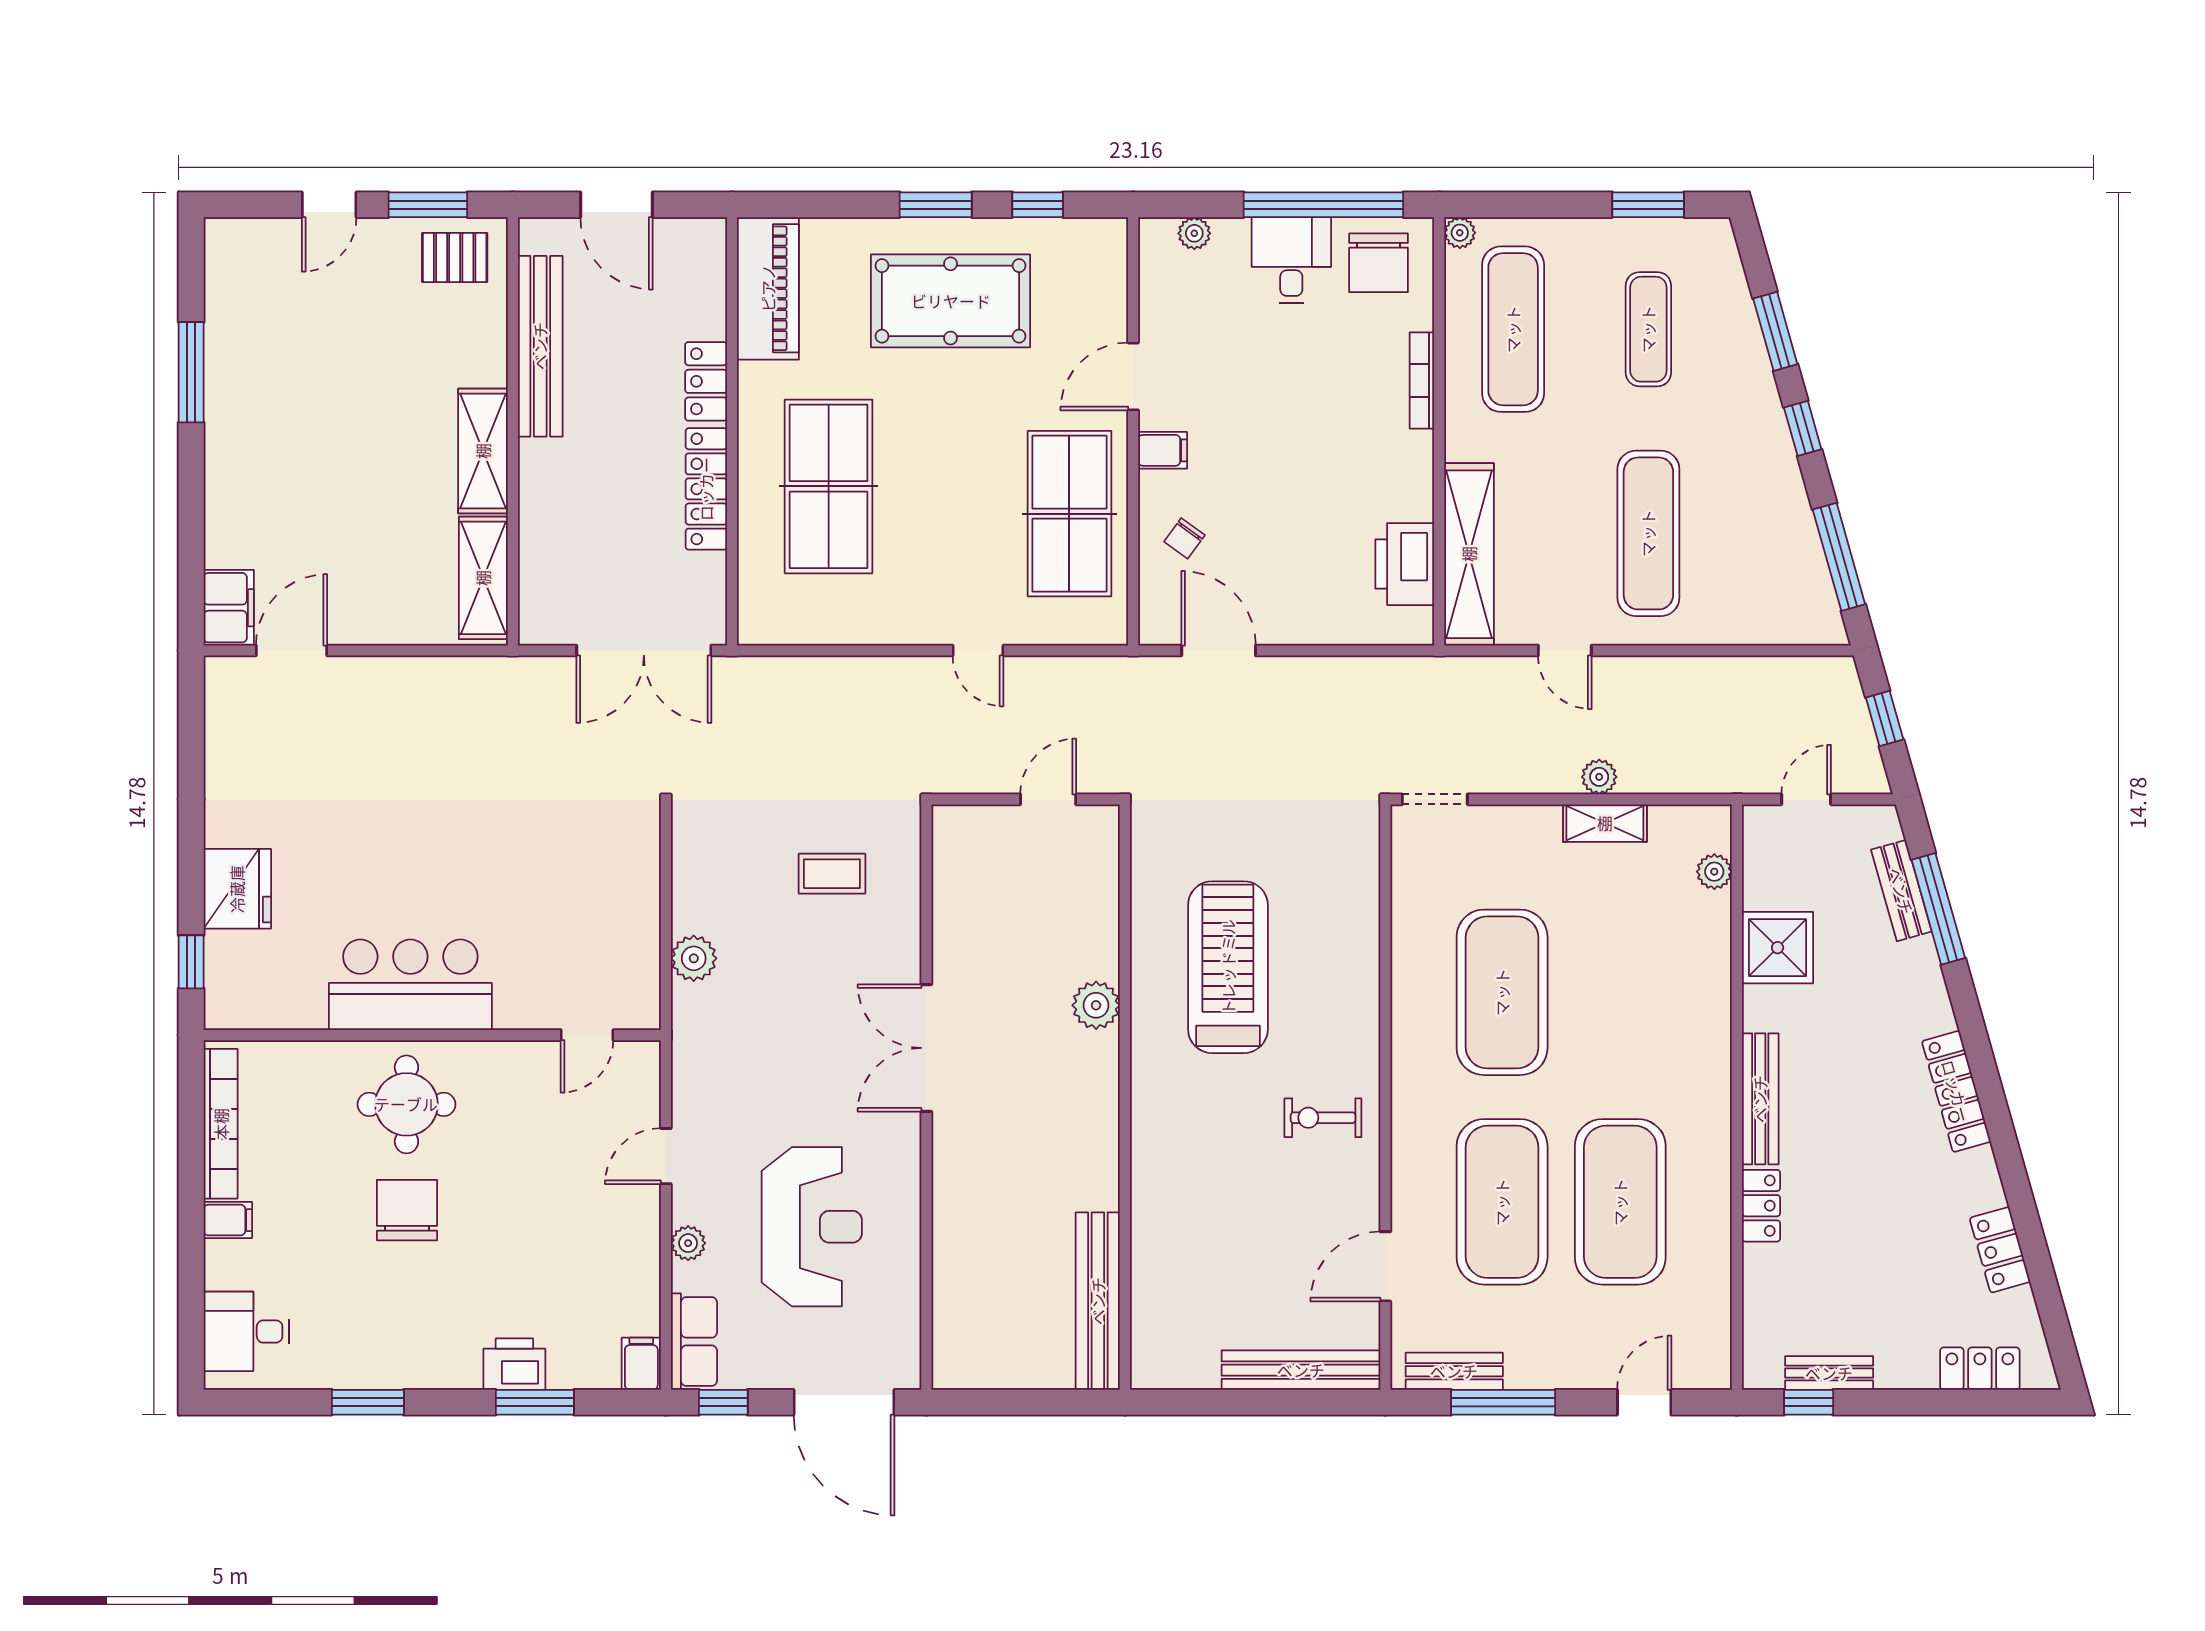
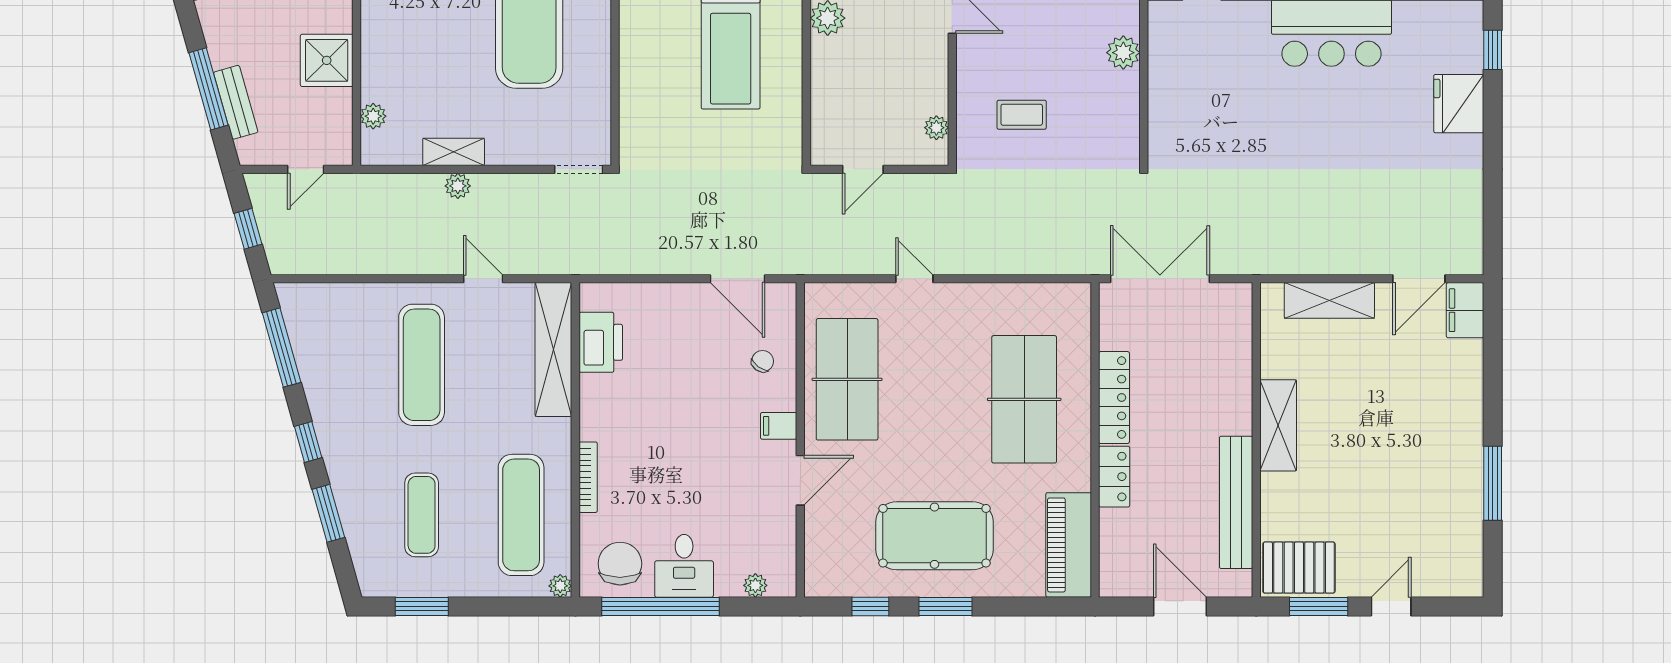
pallet: (455, 258) -> (1299, 568), width x1.50, depth x1.42
shelving: (483, 578) -> (1329, 300), moved, turned 90
plant: (948, 856) -> (936, 128), added

